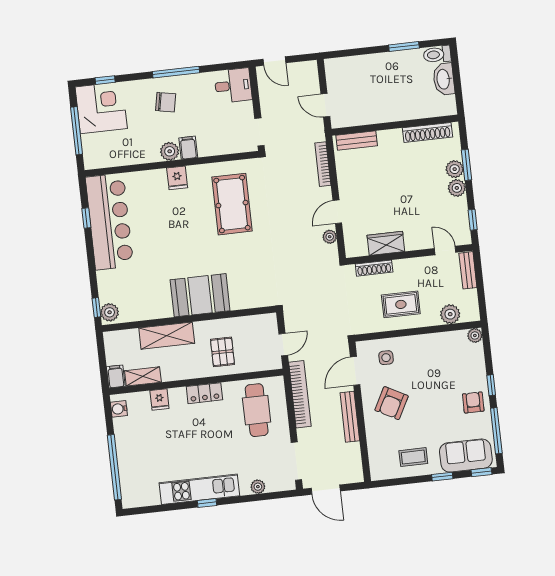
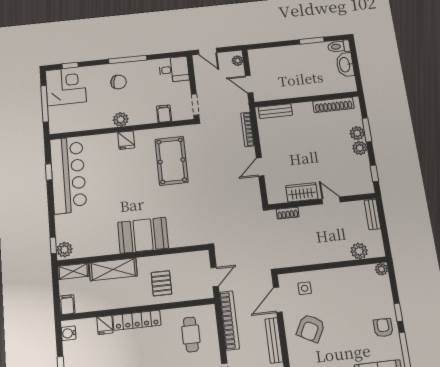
filing cabinet: (188, 148) -> (164, 114), moved
plant: (330, 237) -> (237, 61), moved
door: (445, 250) -> (331, 200), moved
shoe rack: (374, 268) -> (288, 213), width x0.70
rug: (401, 304) -> (316, 243), removed
shelving: (143, 376) -> (73, 271), moved
locker: (204, 393) -> (137, 320), width x1.53
cafe table: (257, 410) -> (191, 334), width x0.73, depth x0.74

